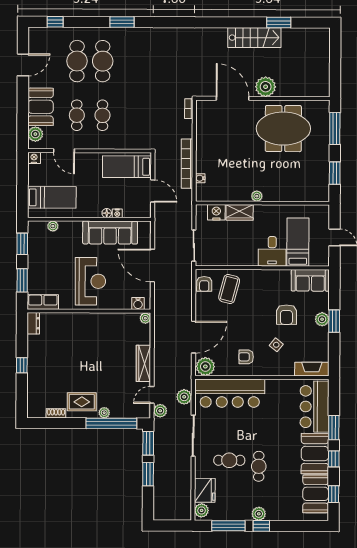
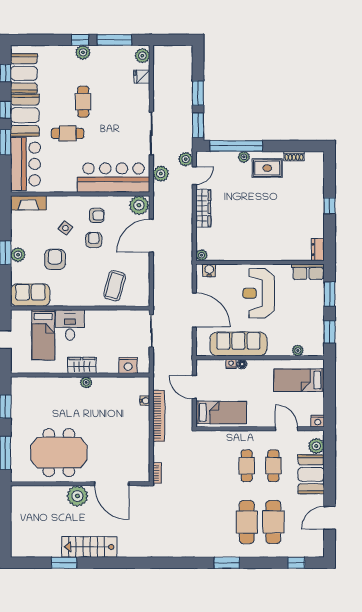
wardrobe: (240, 212) -> (82, 365), moved
armchair: (204, 284) -> (94, 240), moved
cafe table: (229, 460) -> (68, 133), moved
fridge: (205, 490) -> (142, 77), width x0.53, depth x0.75

